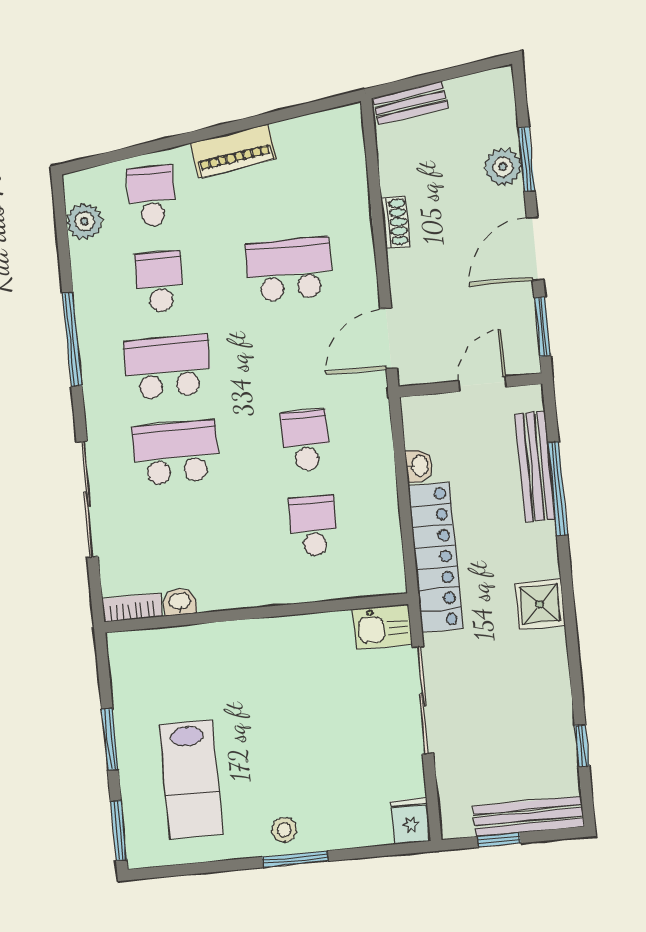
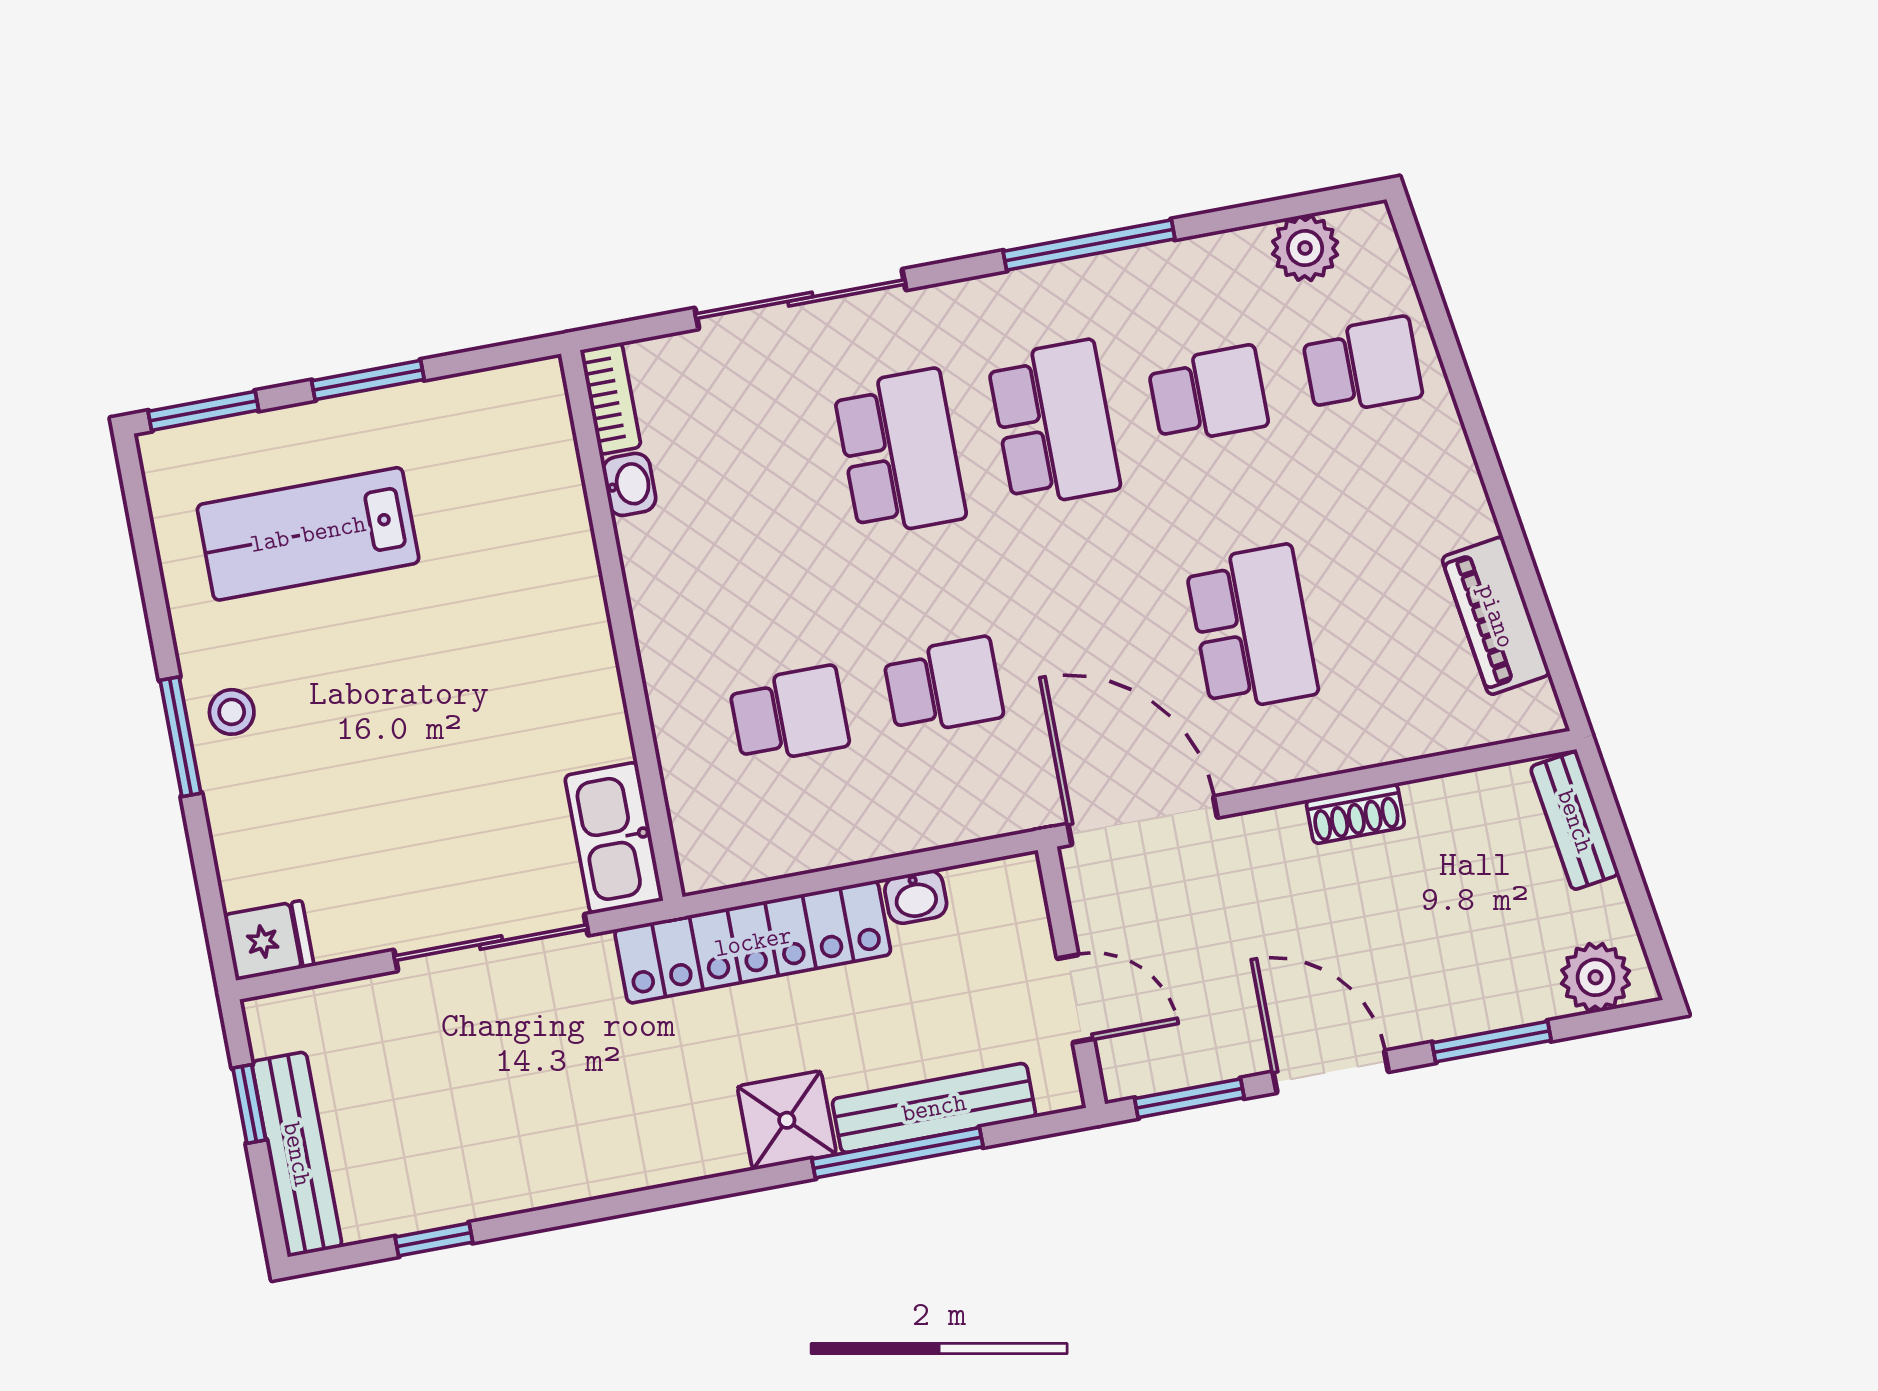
piano: (233, 151) -> (1496, 616), moved
plant: (503, 167) -> (1596, 977), moved
door: (389, 339) -> (1143, 821), width x1.36
shower: (540, 604) -> (787, 1120), moved
kitchen sink: (382, 627) -> (614, 838), width x1.38

